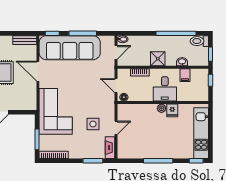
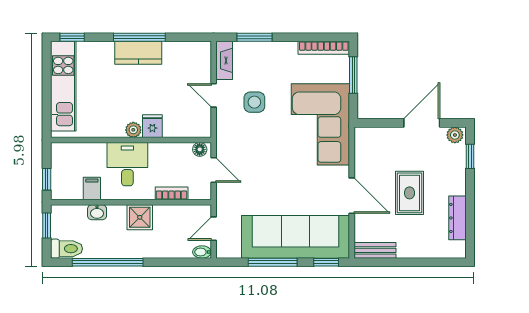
fridge: (172, 110) -> (152, 126), moved
door: (116, 128) -> (214, 95), hinge flipped
kitchen counter: (159, 152) -> (138, 53), added

